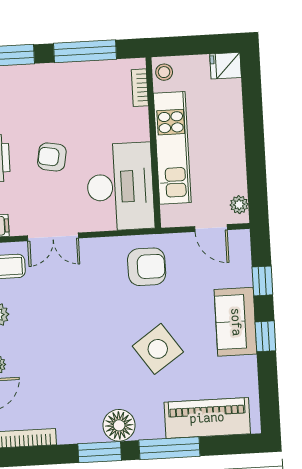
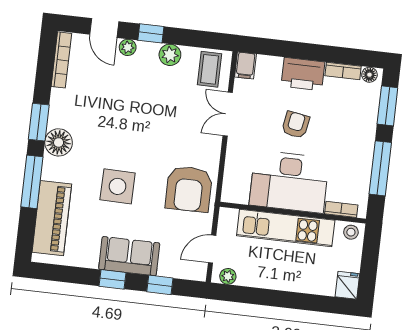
desk: (120, 187) -> (289, 182), moved
armchair: (147, 267) -> (189, 189), width x1.36, depth x1.36
side table: (158, 349) -> (118, 186), turned 36

